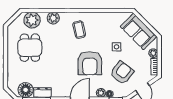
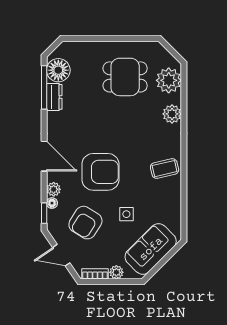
coffee table: (79, 30) -> (165, 169), moved
armchair: (90, 63) -> (100, 172), turned 180
armchair: (122, 73) -> (85, 223), turned 85

